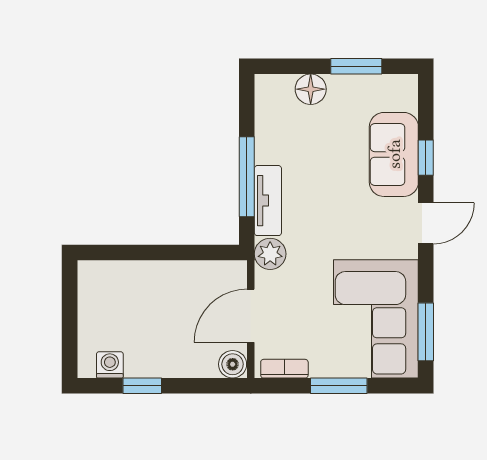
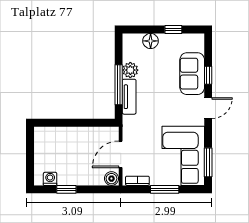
window: (356, 66) -> (173, 29), width x0.67
plant: (270, 254) -> (130, 70), moved

